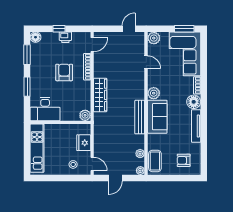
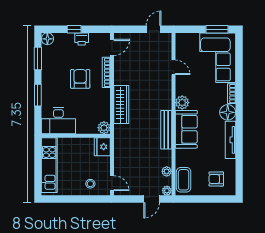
plant: (154, 38) -> (182, 40), removed
fridge: (84, 143) -> (102, 147), moved
door: (115, 178) -> (152, 199), moved

